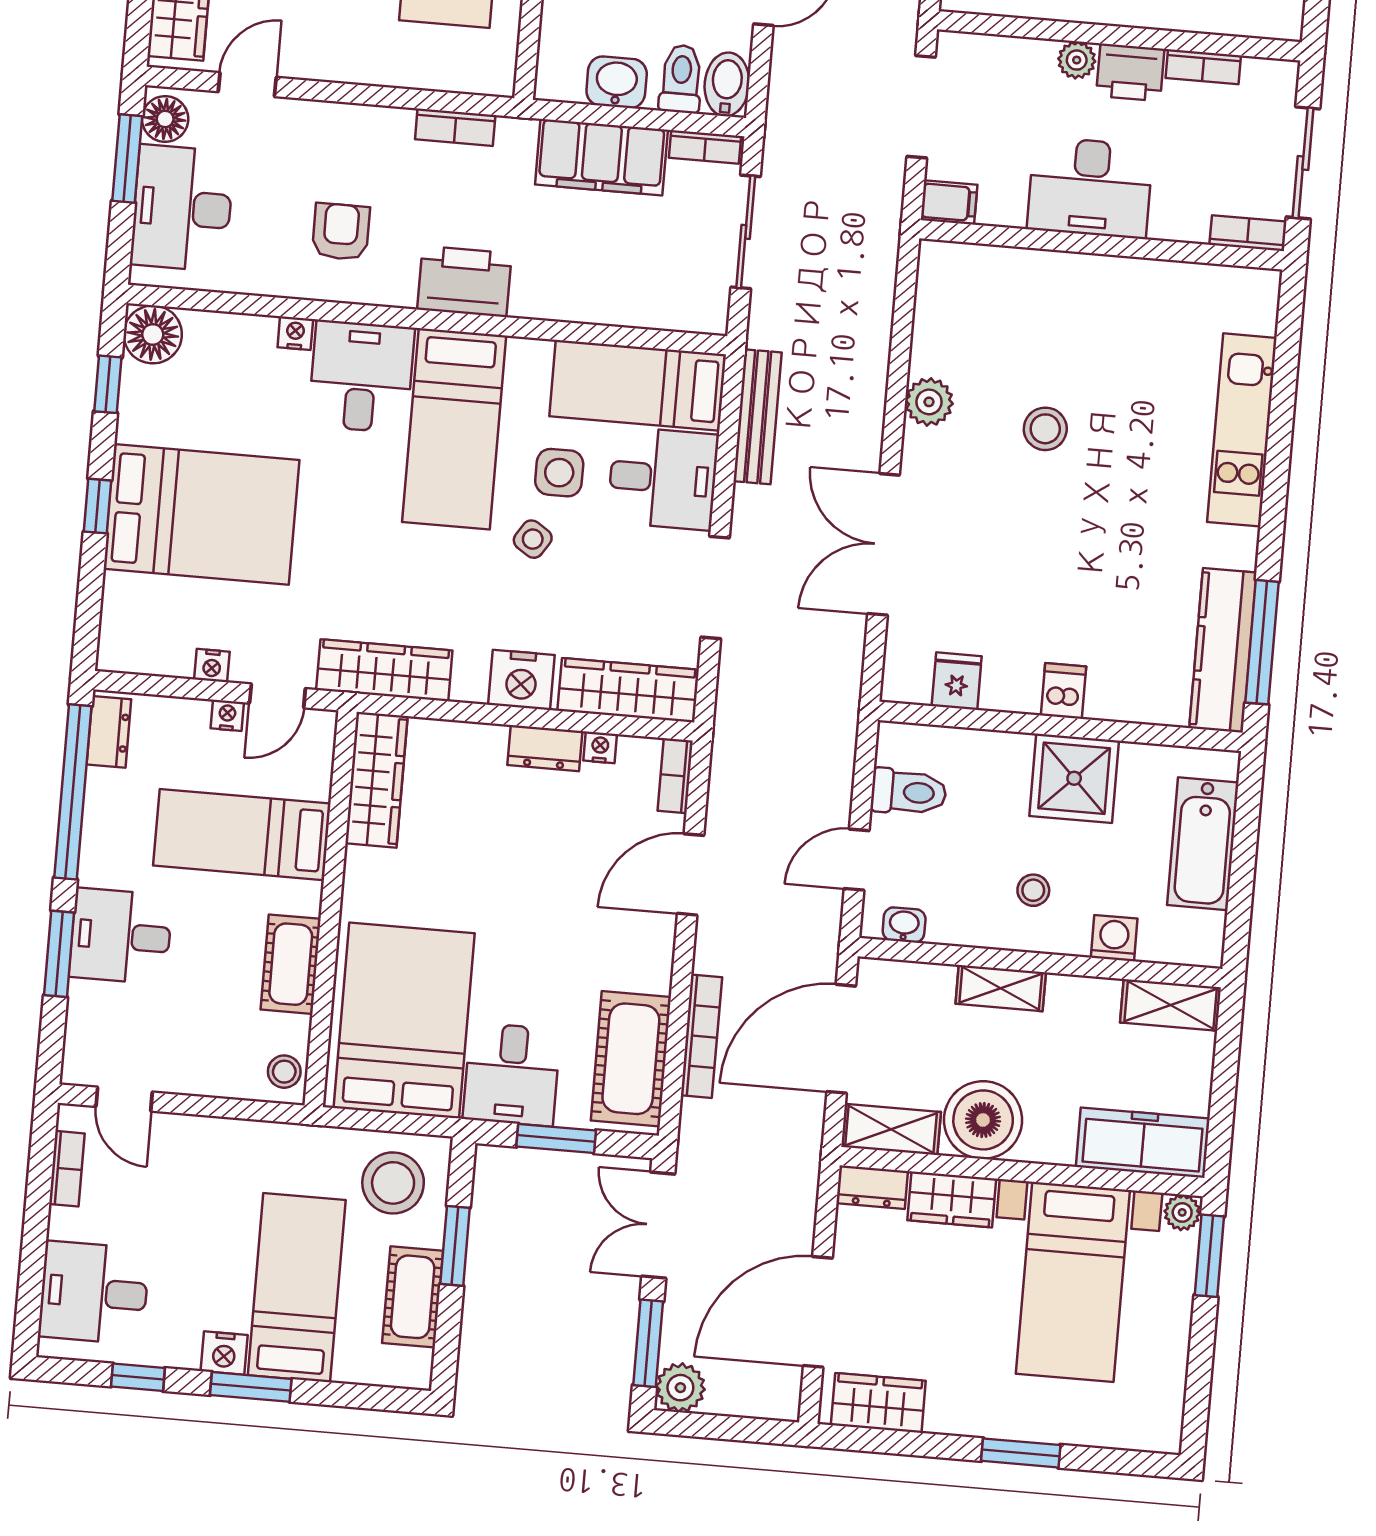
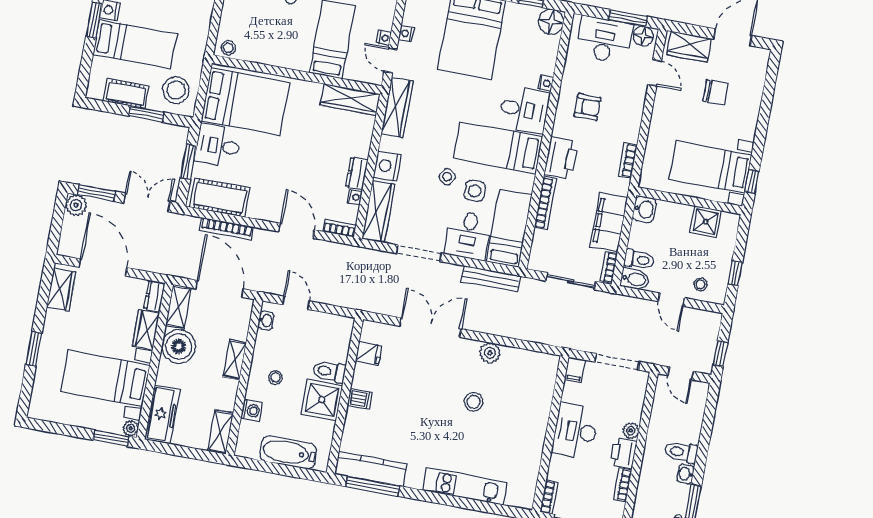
washbasin: (617, 82) -> (644, 209), moved
bookcase: (571, 307) -> (545, 203), added
toilet: (909, 792) -> (329, 371), moved, turned 90
cot: (291, 964) -> (274, 55), removed

